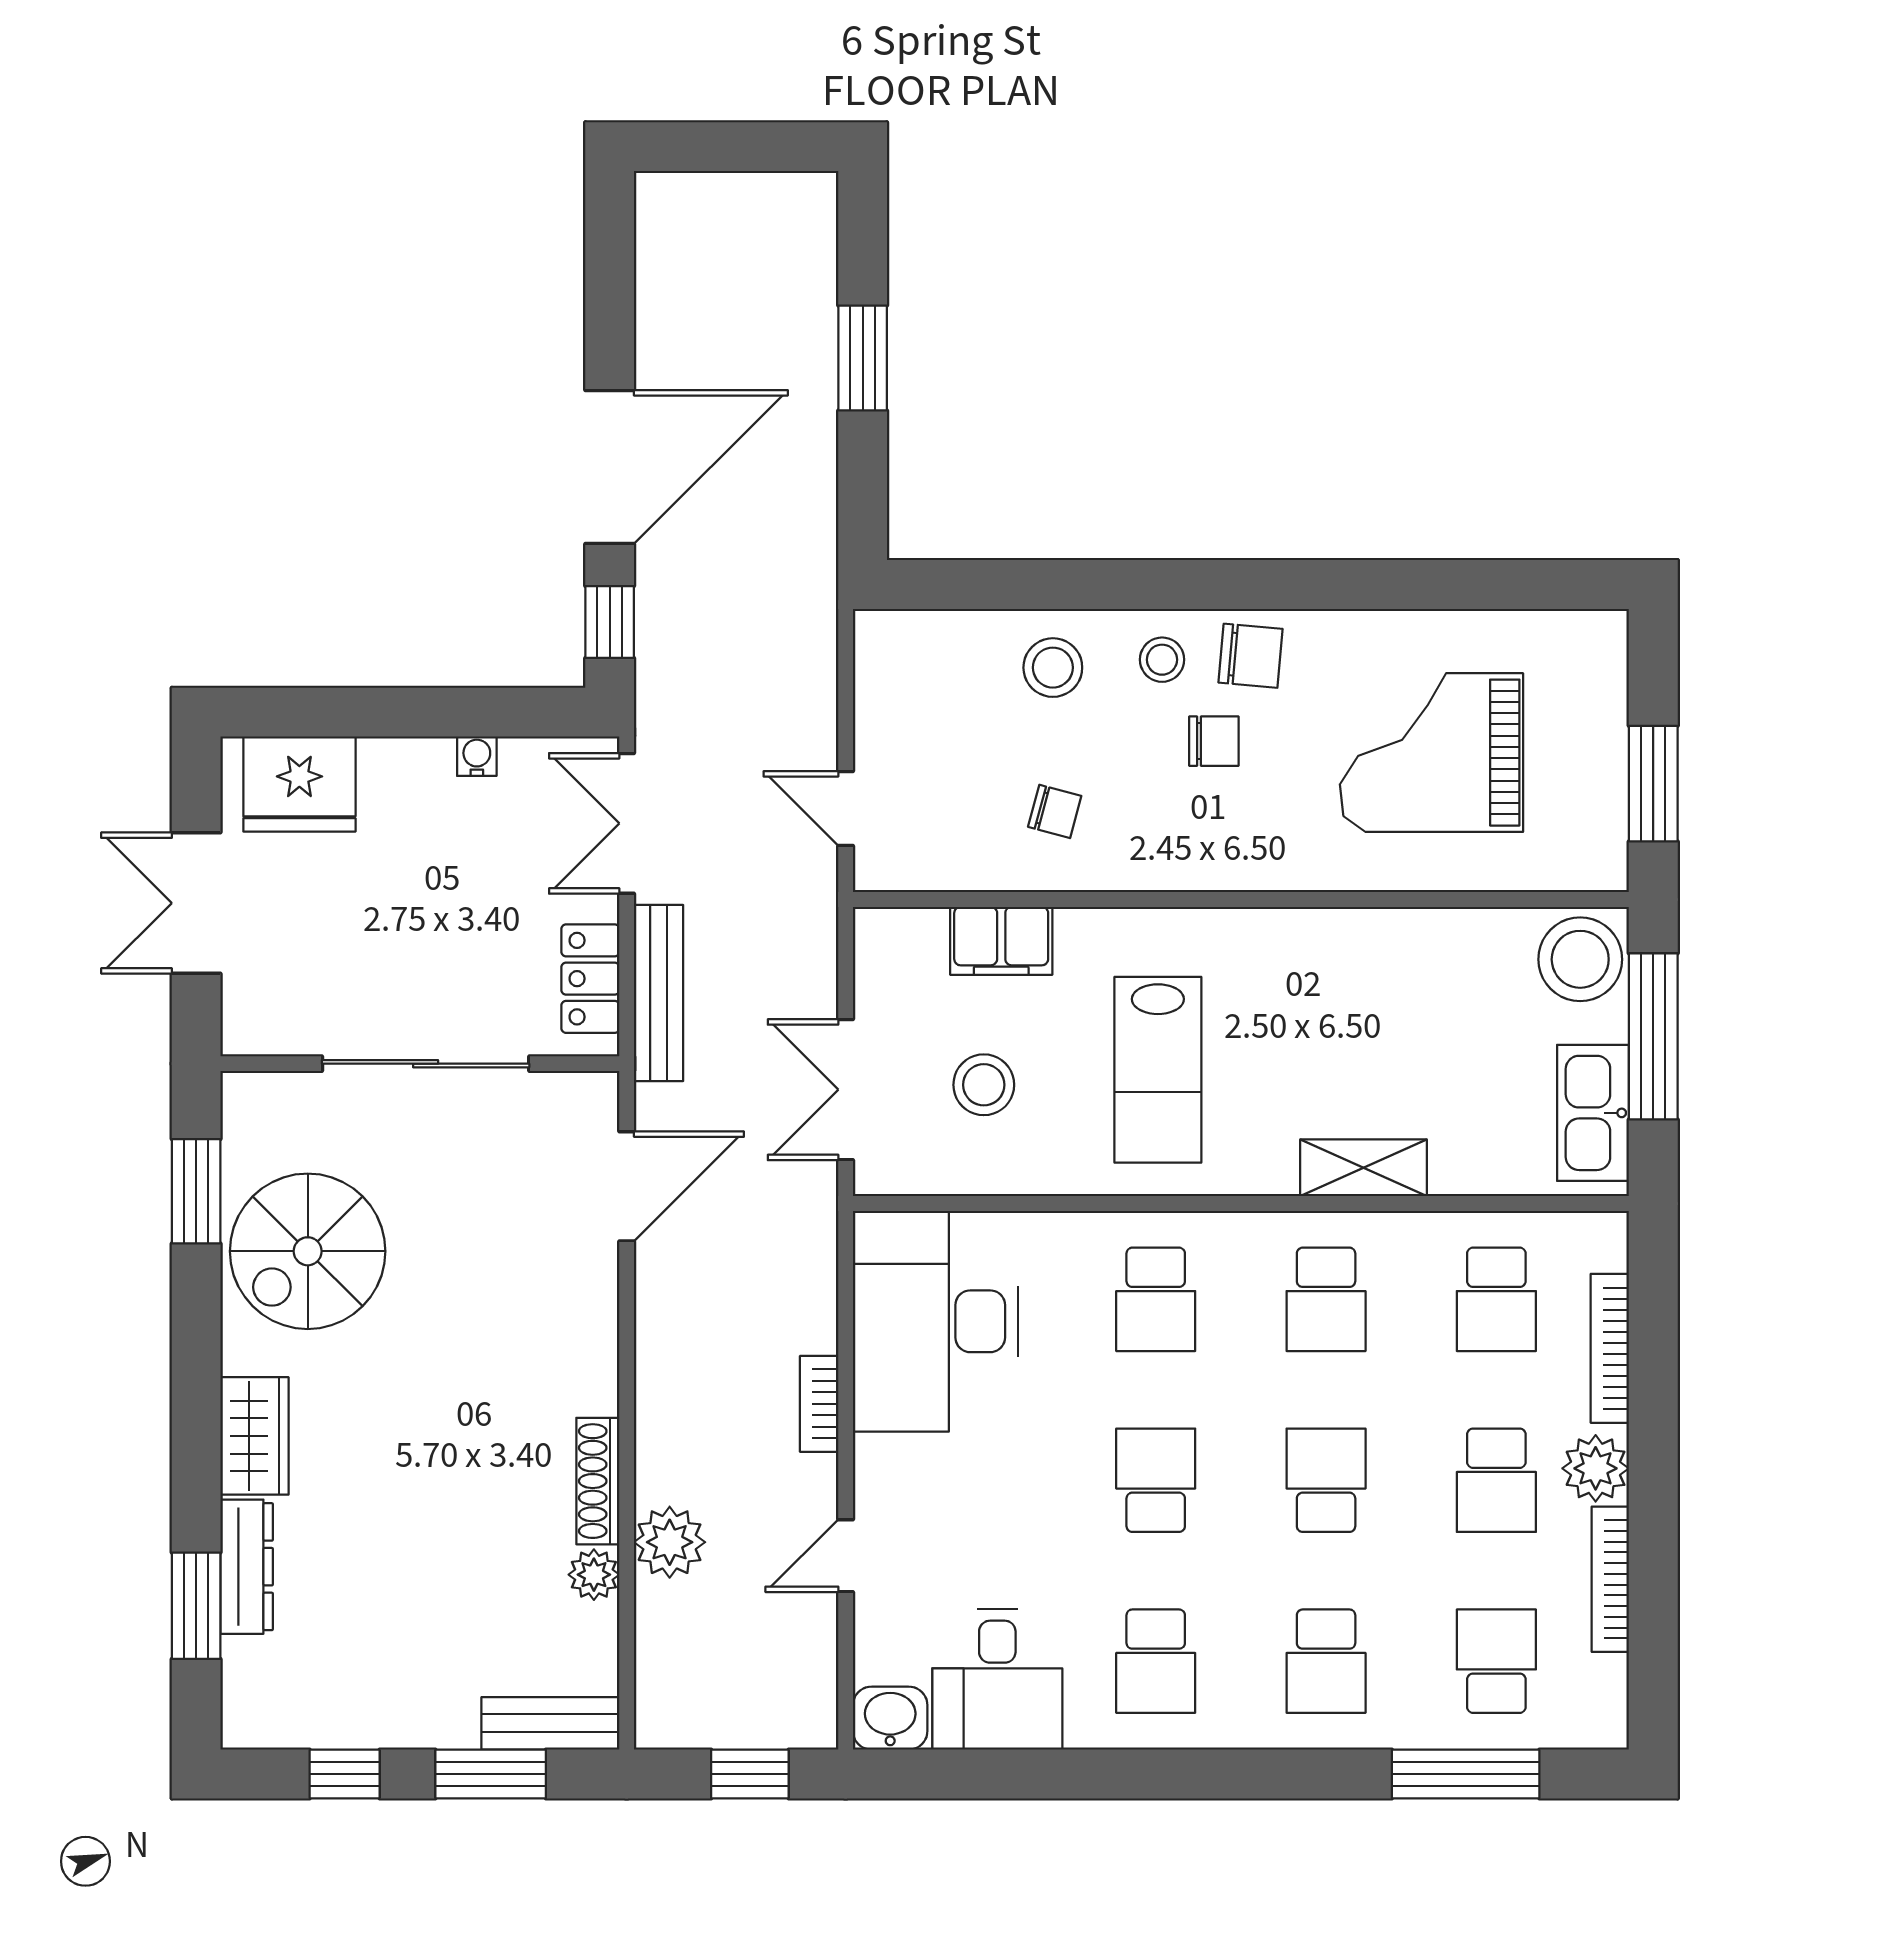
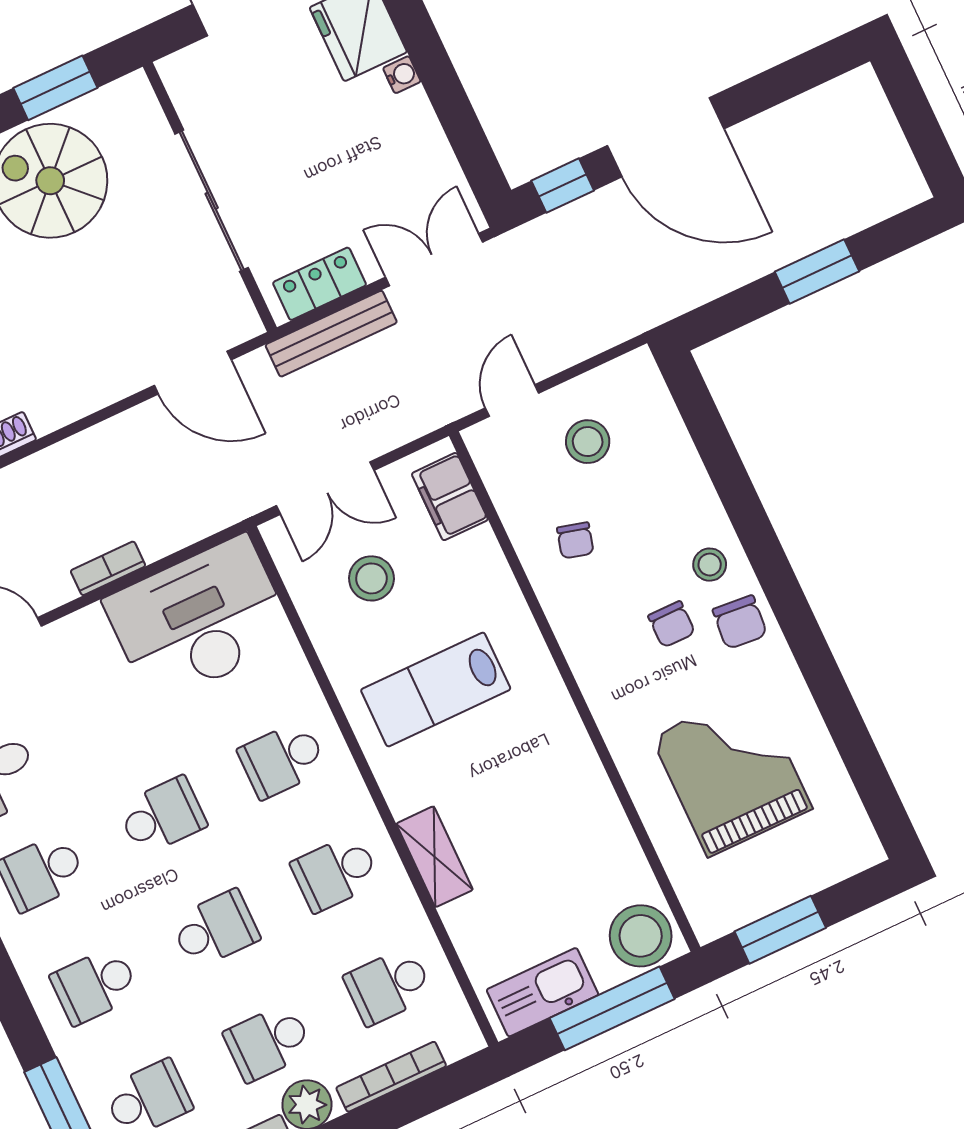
stool: (1053, 668) -> (588, 442), moved
water cooler: (477, 756) -> (402, 75), moved
filing cabinet: (1001, 941) -> (450, 497), moved
double door: (846, 1090) -> (325, 488), swing flipped

